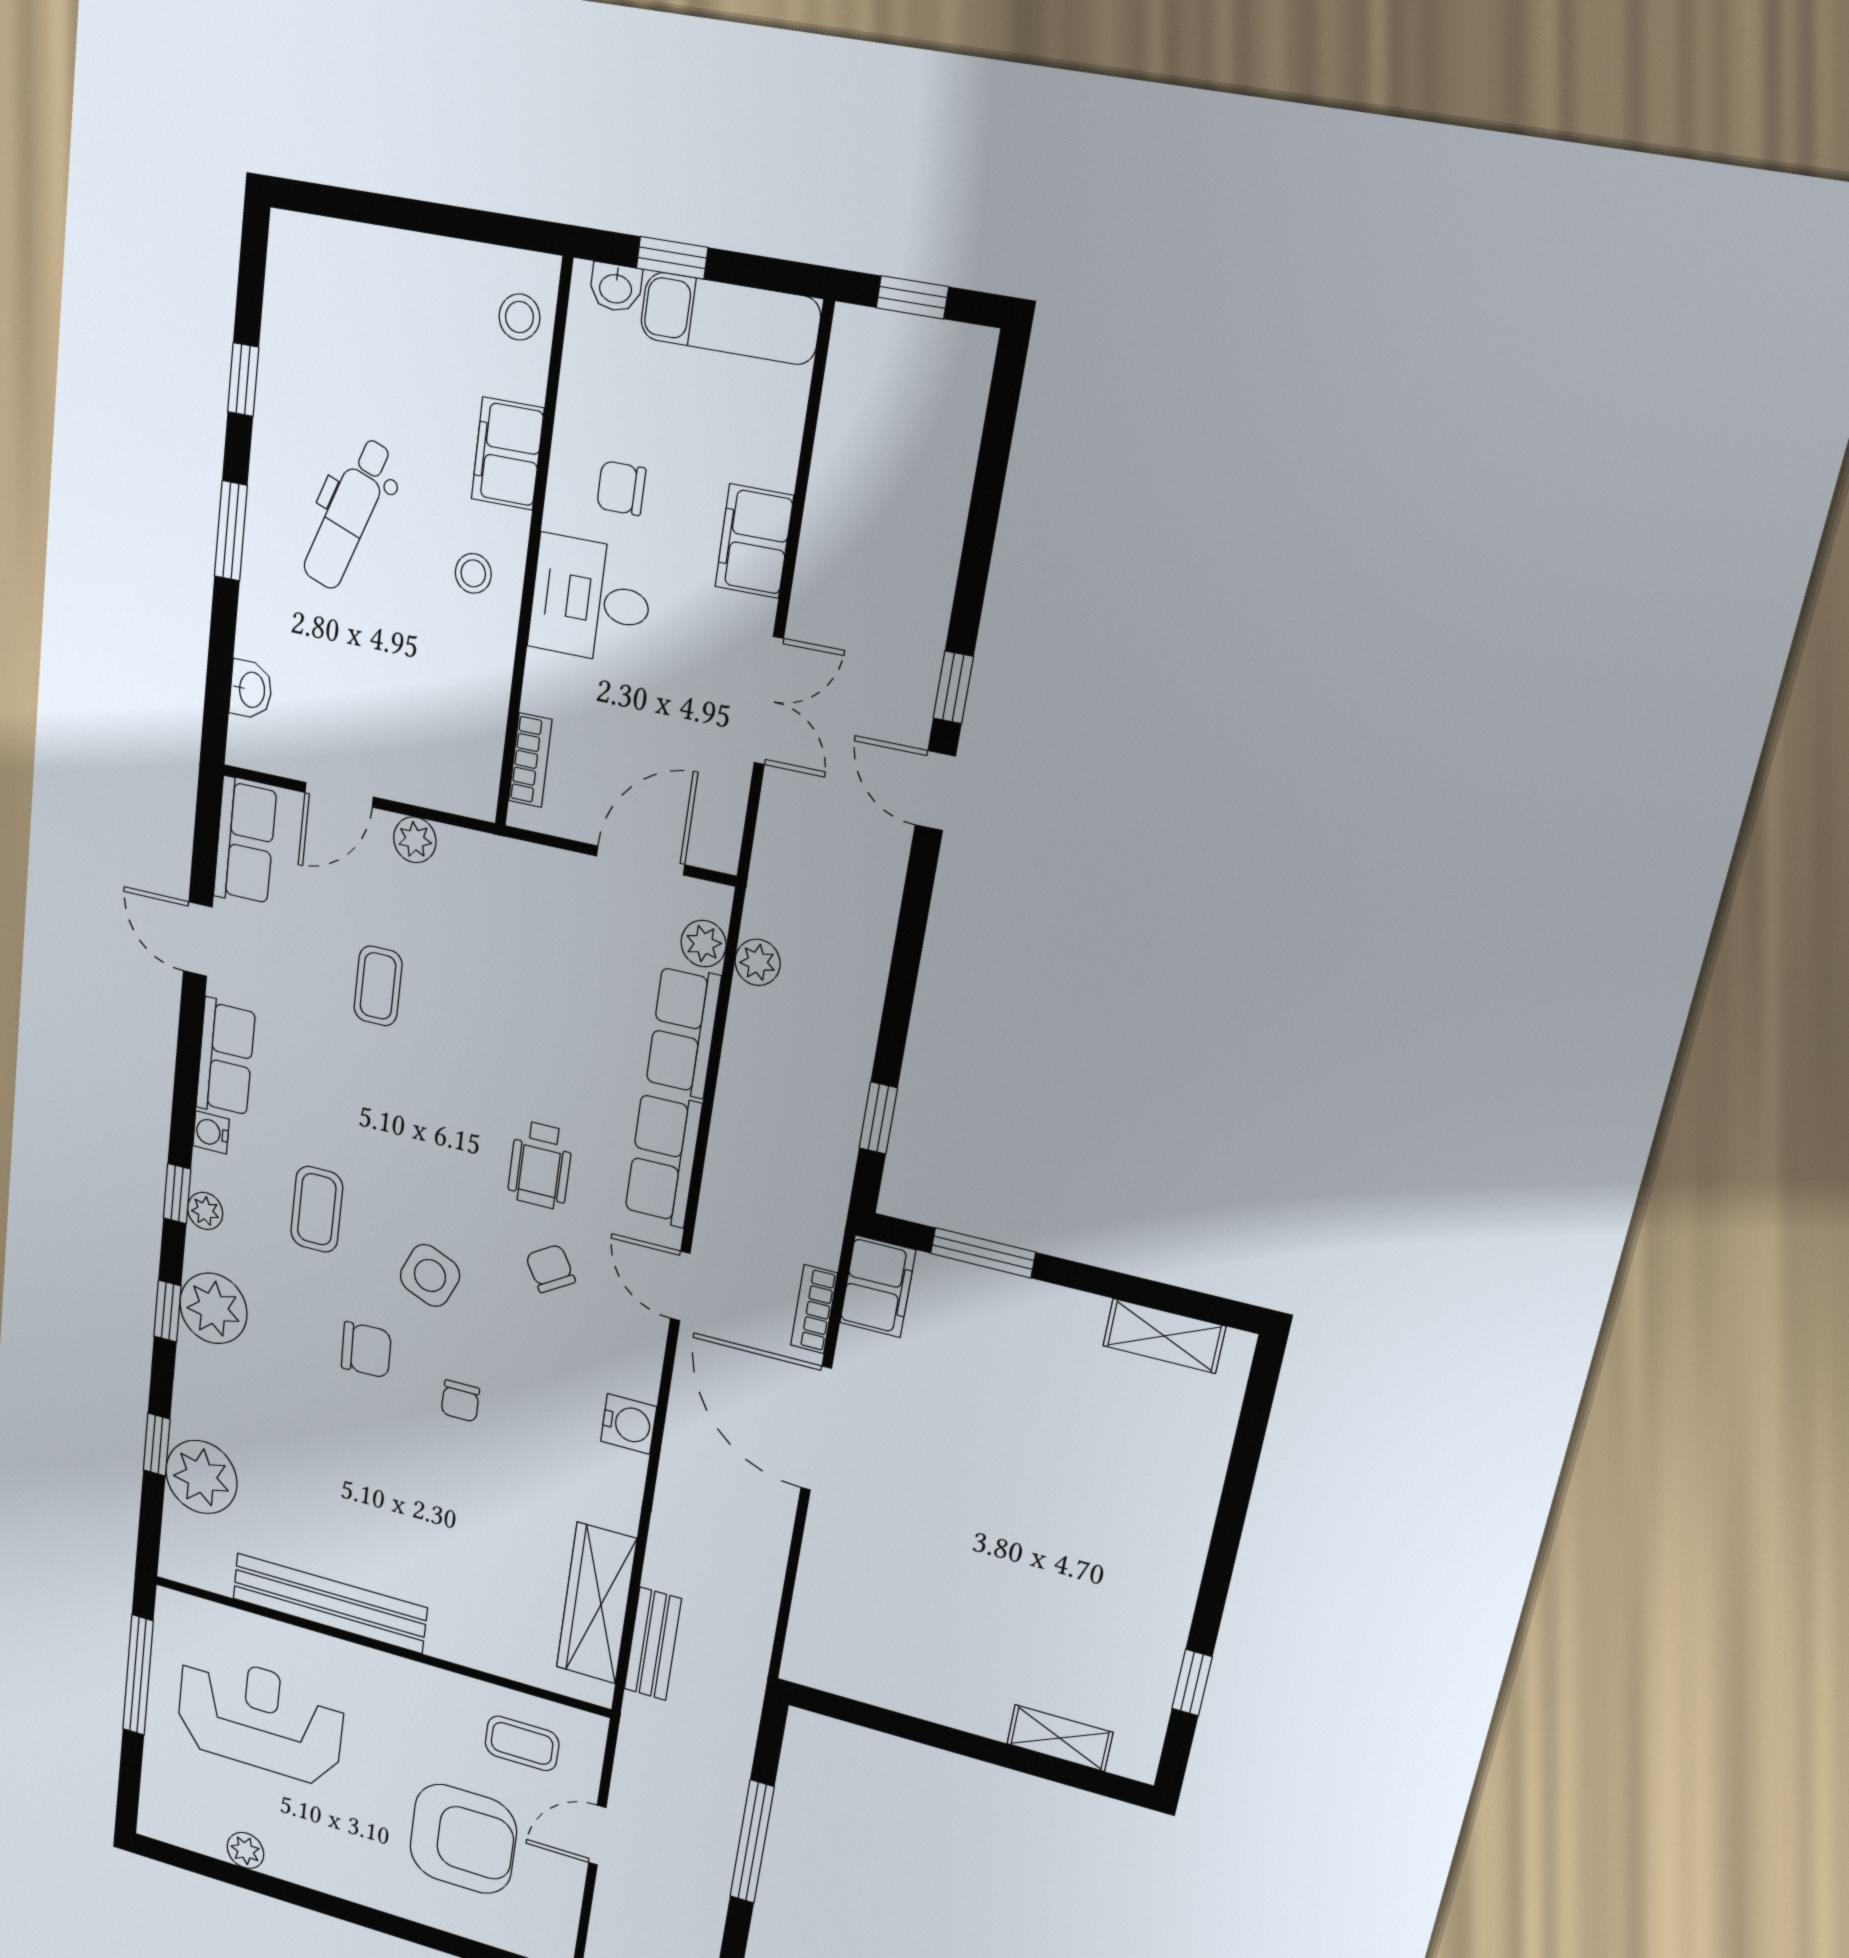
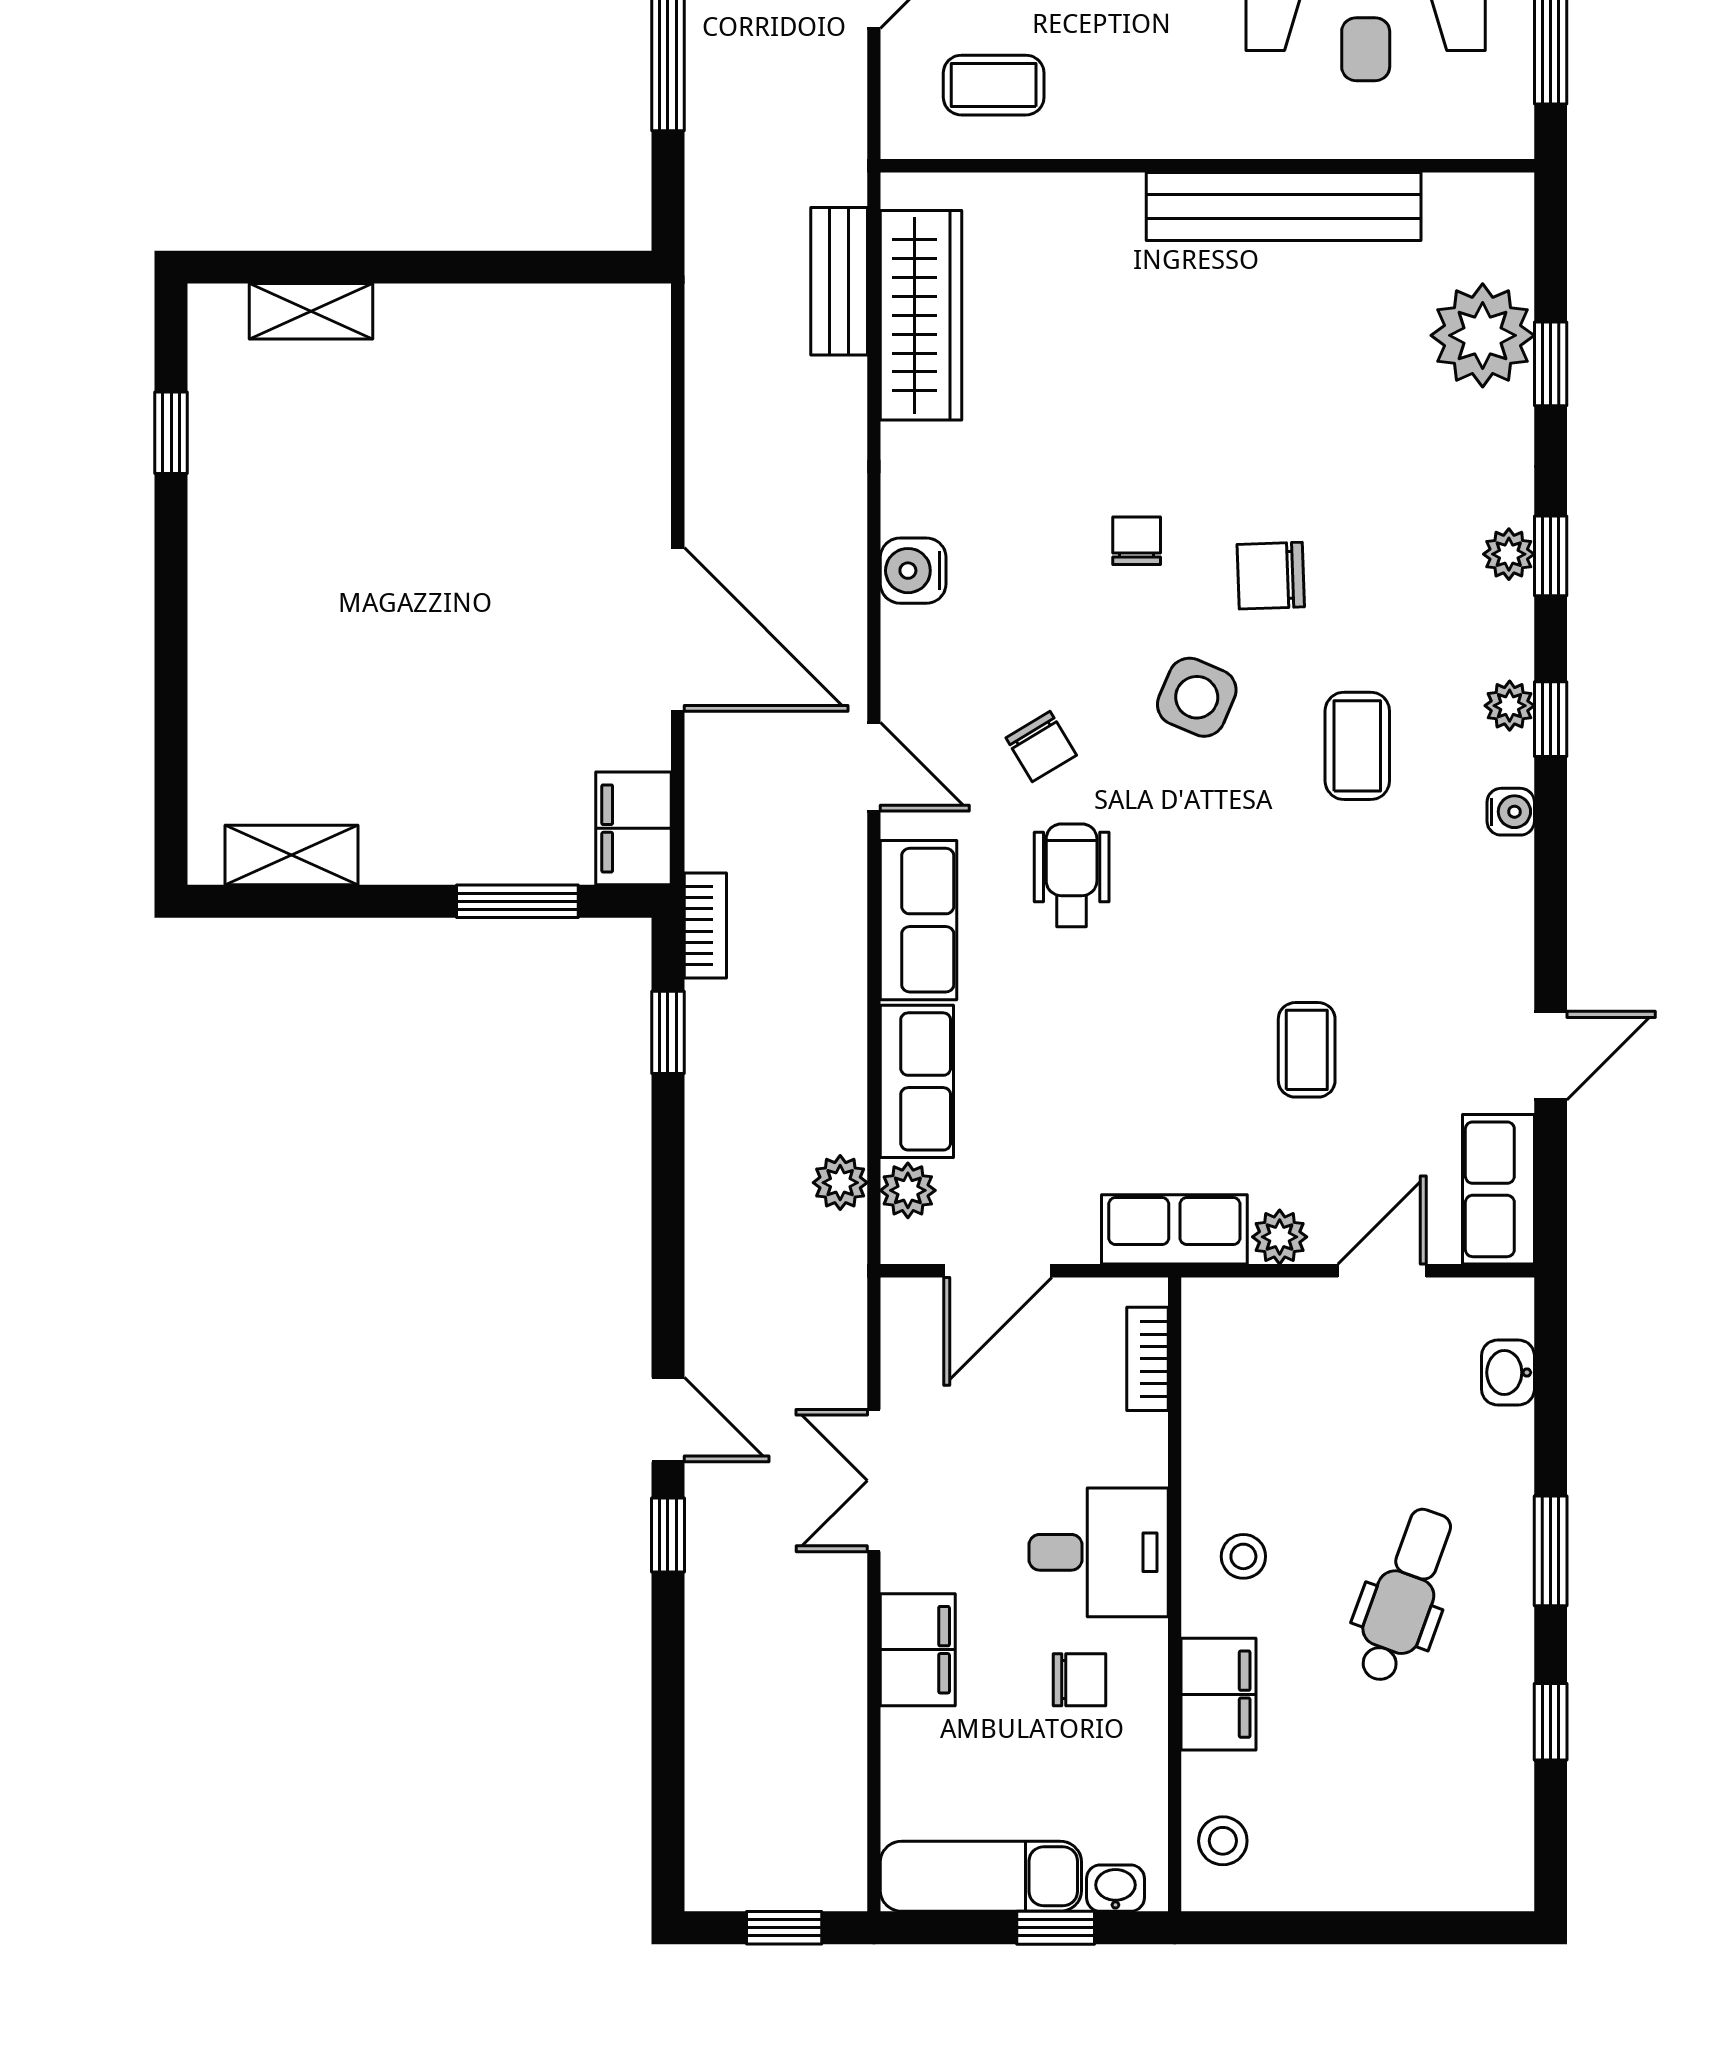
door: (198, 939) -> (1551, 1056), hinge flipped
row of seats: (226, 1058) -> (1174, 1229), moved, turned 90
plant: (213, 1308) -> (1509, 554), width x0.53, depth x0.53
bookcase: (814, 1309) -> (705, 925), moved

